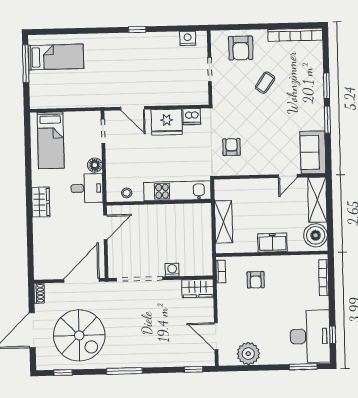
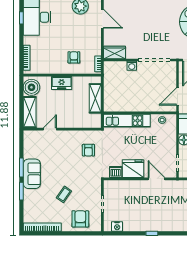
sofa: (313, 152) -> (32, 174), moved

